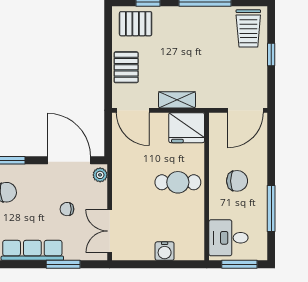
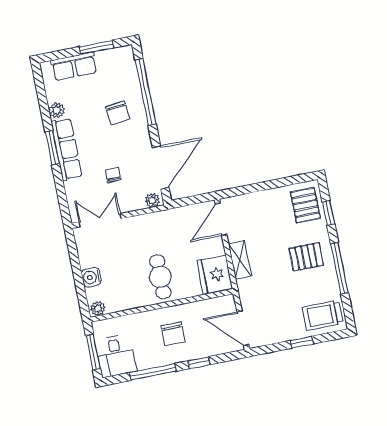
pallet: (126, 67) -> (306, 257), moved
window: (271, 161) -> (199, 363), added
desk: (228, 238) -> (116, 356), moved, turned 180
plant: (197, 251) -> (98, 309), added
window: (63, 264) -> (52, 148), moved

